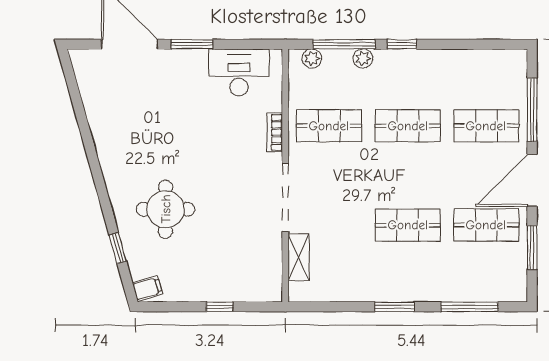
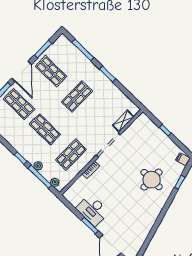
desk: (239, 72) -> (93, 210), moved
shop shelf: (329, 126) -> (71, 155), turned 90
door: (532, 180) -> (22, 71), hinge flipped
shop shelf: (408, 225) -> (77, 97), turned 90

